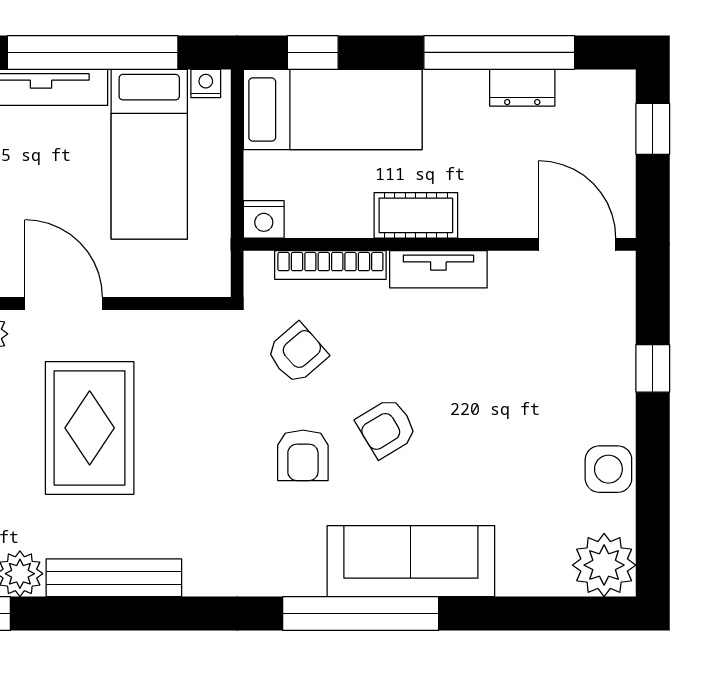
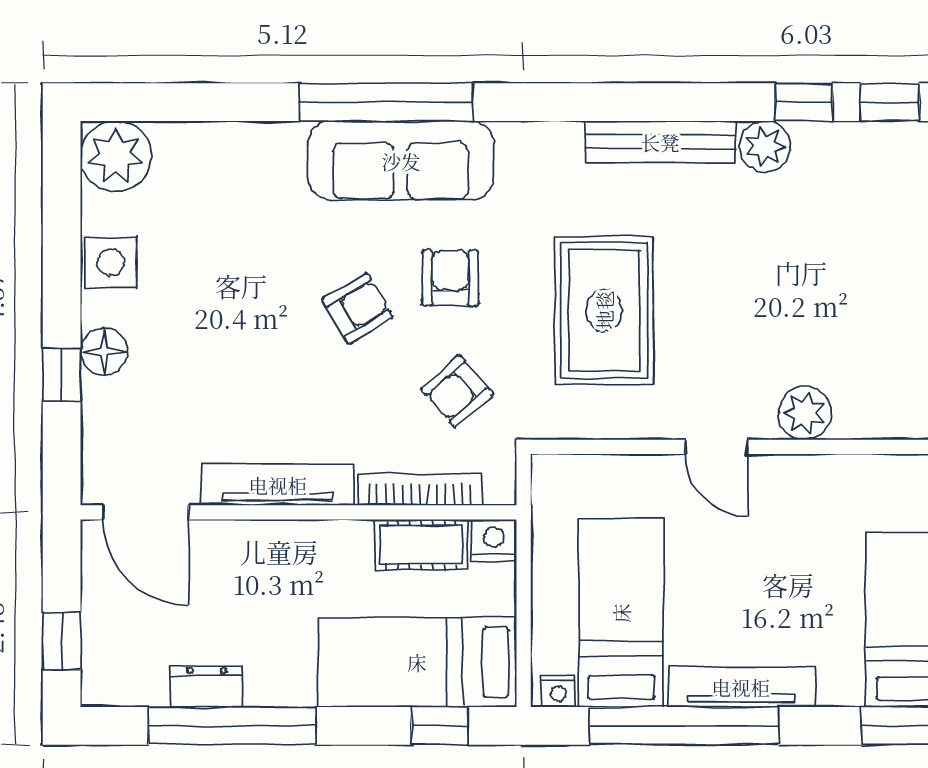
cot: (416, 215) -> (421, 545), moved
tv unit: (438, 269) -> (278, 485), width x1.41
door: (64, 303) -> (716, 447), width x0.73
floor lamp: (615, 389) -> (104, 352), added
rug: (90, 428) -> (604, 310), moved
sofa: (411, 561) -> (401, 161), moved

